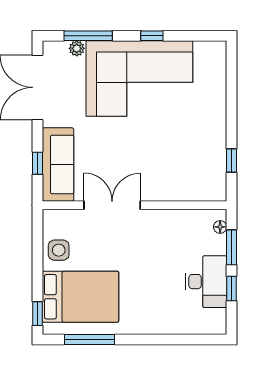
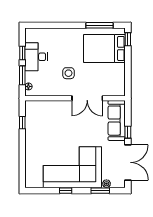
window: (88, 36) -> (100, 191), width x0.69
window: (37, 163) -> (128, 132), moved
side table: (59, 250) -> (68, 73), moved

